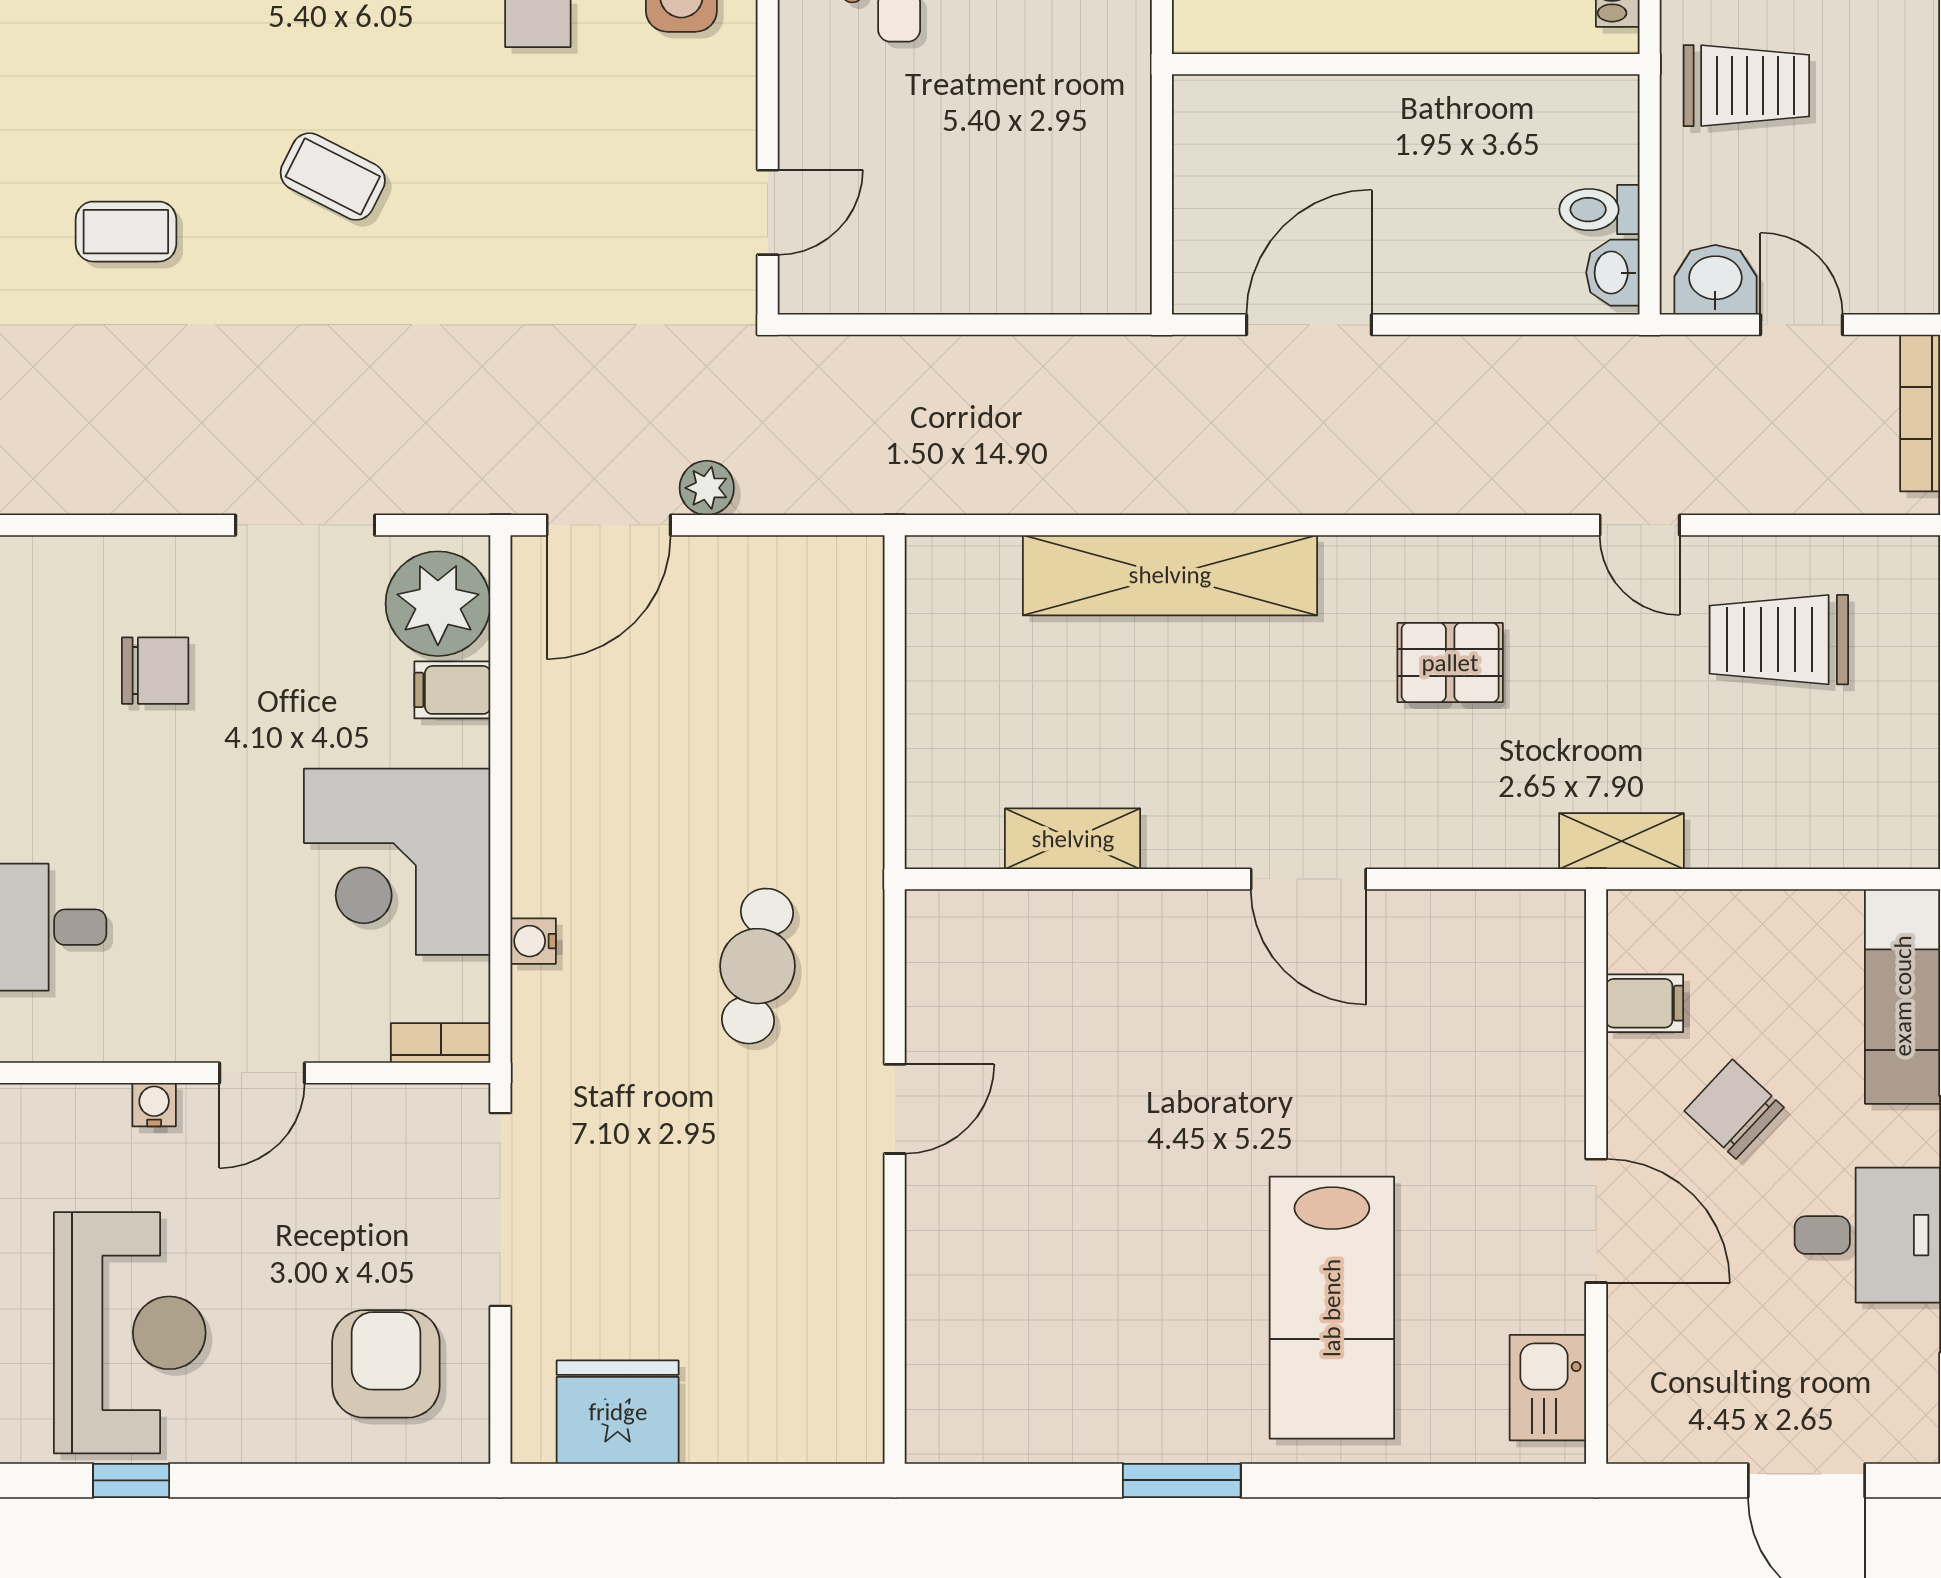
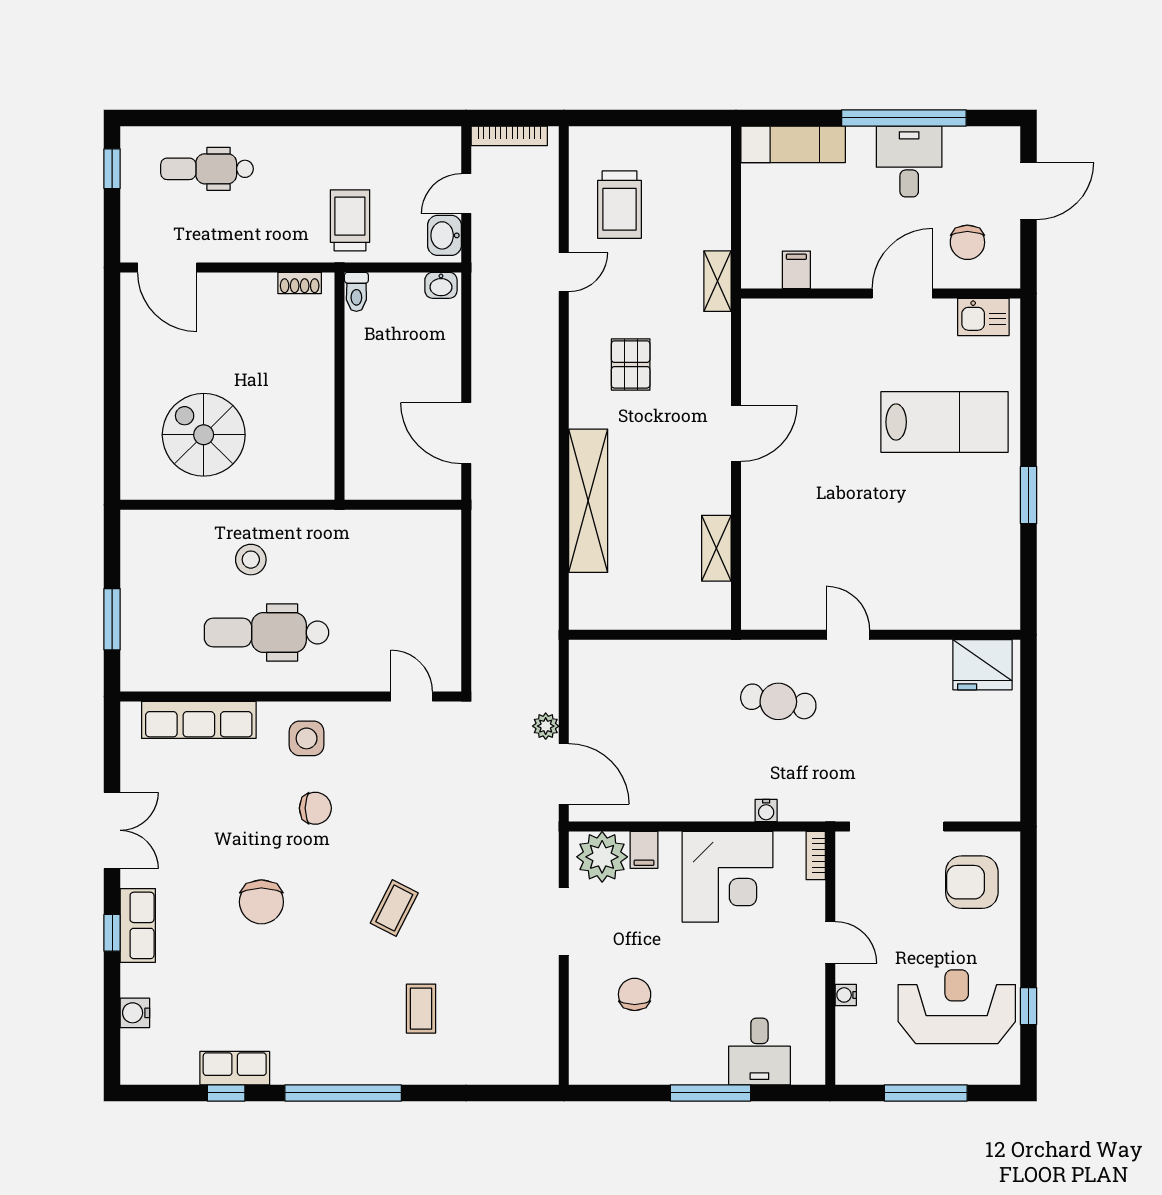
toilet: (1599, 210) -> (356, 292), moved
chair: (1734, 1109) -> (967, 242), moved, turned -43
fridge: (618, 1412) -> (982, 665), moved, turned -90

